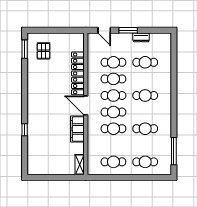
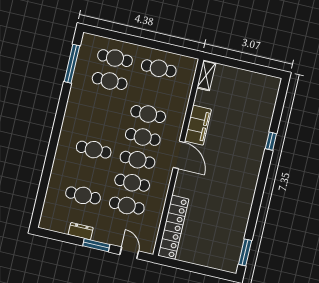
pallet: (43, 51) -> (220, 244), removed
locker: (78, 73) -> (173, 227), moved
cafe table: (145, 129) -> (110, 81), moved

